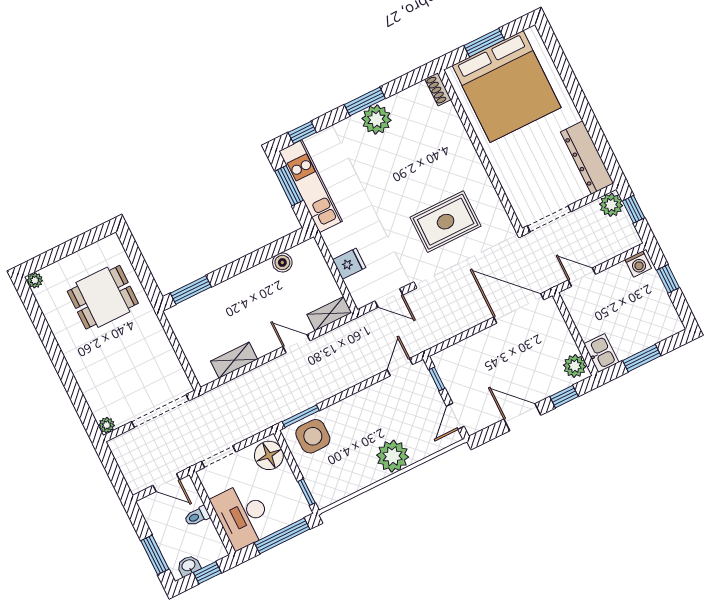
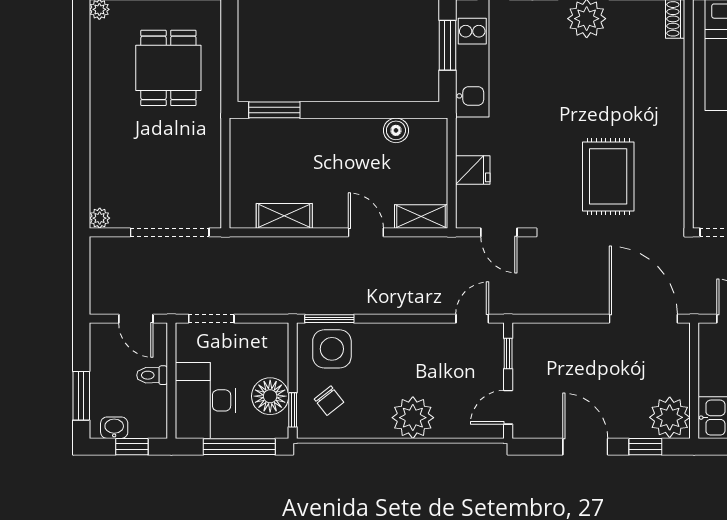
rug: (446, 222) -> (608, 176), turned 90
dining table: (103, 297) -> (168, 68), turned 90
plant: (575, 366) -> (670, 417), width x1.36, depth x1.36
floor lamp: (269, 455) -> (270, 396), moved
chair: (329, 473) -> (329, 401), added

